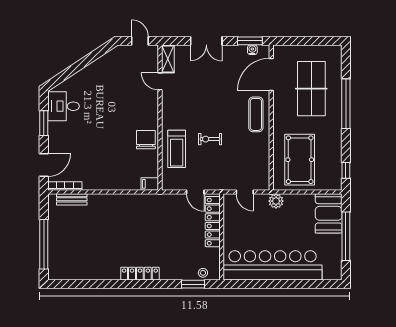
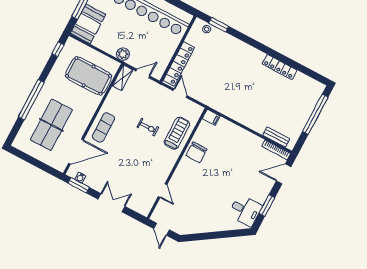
shelving: (168, 59) -> (123, 78), moved
pool table: (300, 160) -> (89, 76), turned 90
door: (245, 192) -> (143, 73), hinge flipped
locker: (140, 274) -> (280, 67), moved

